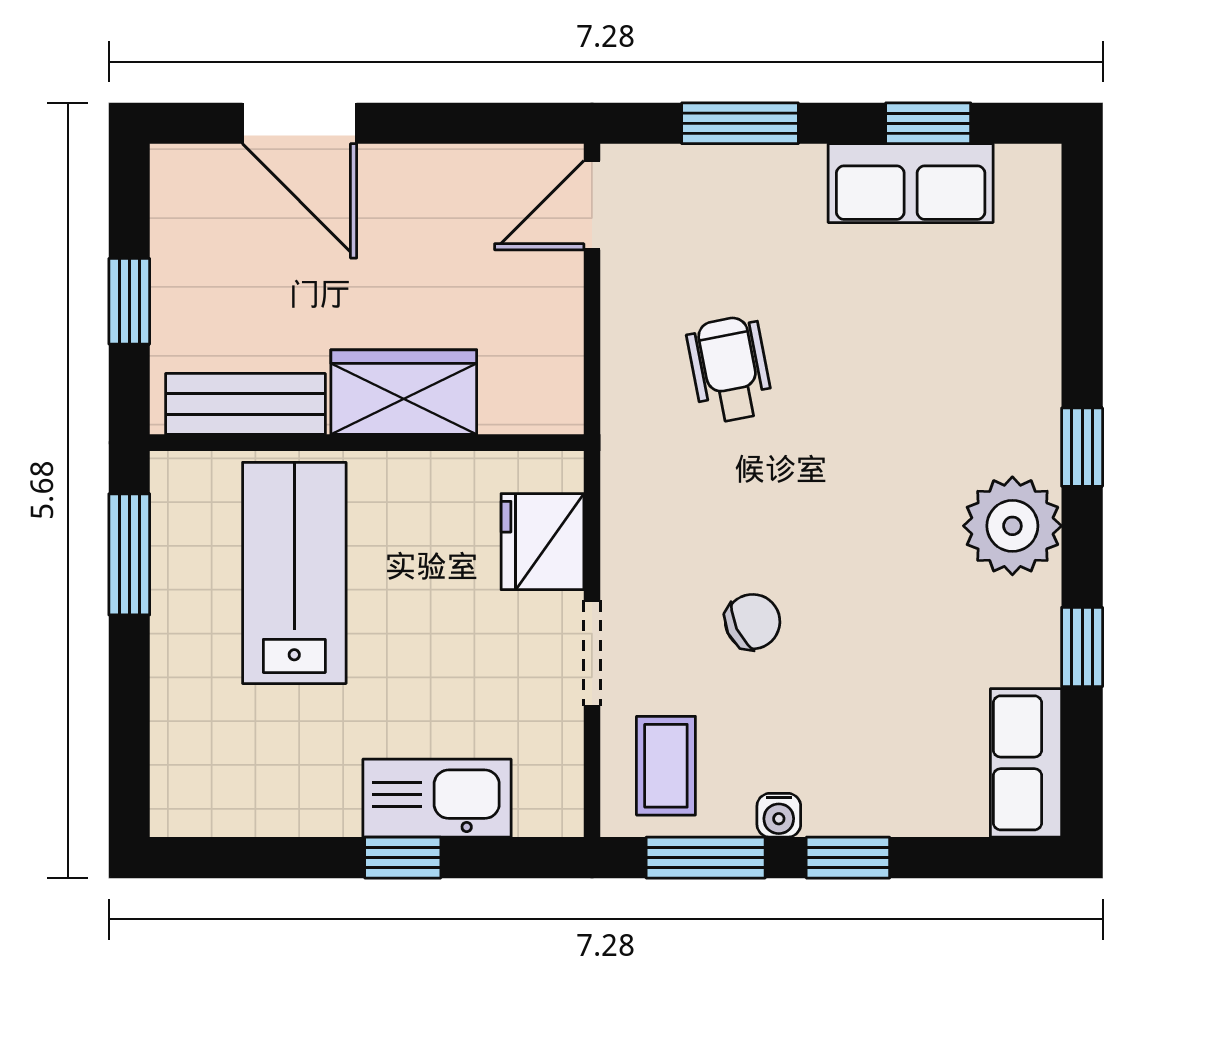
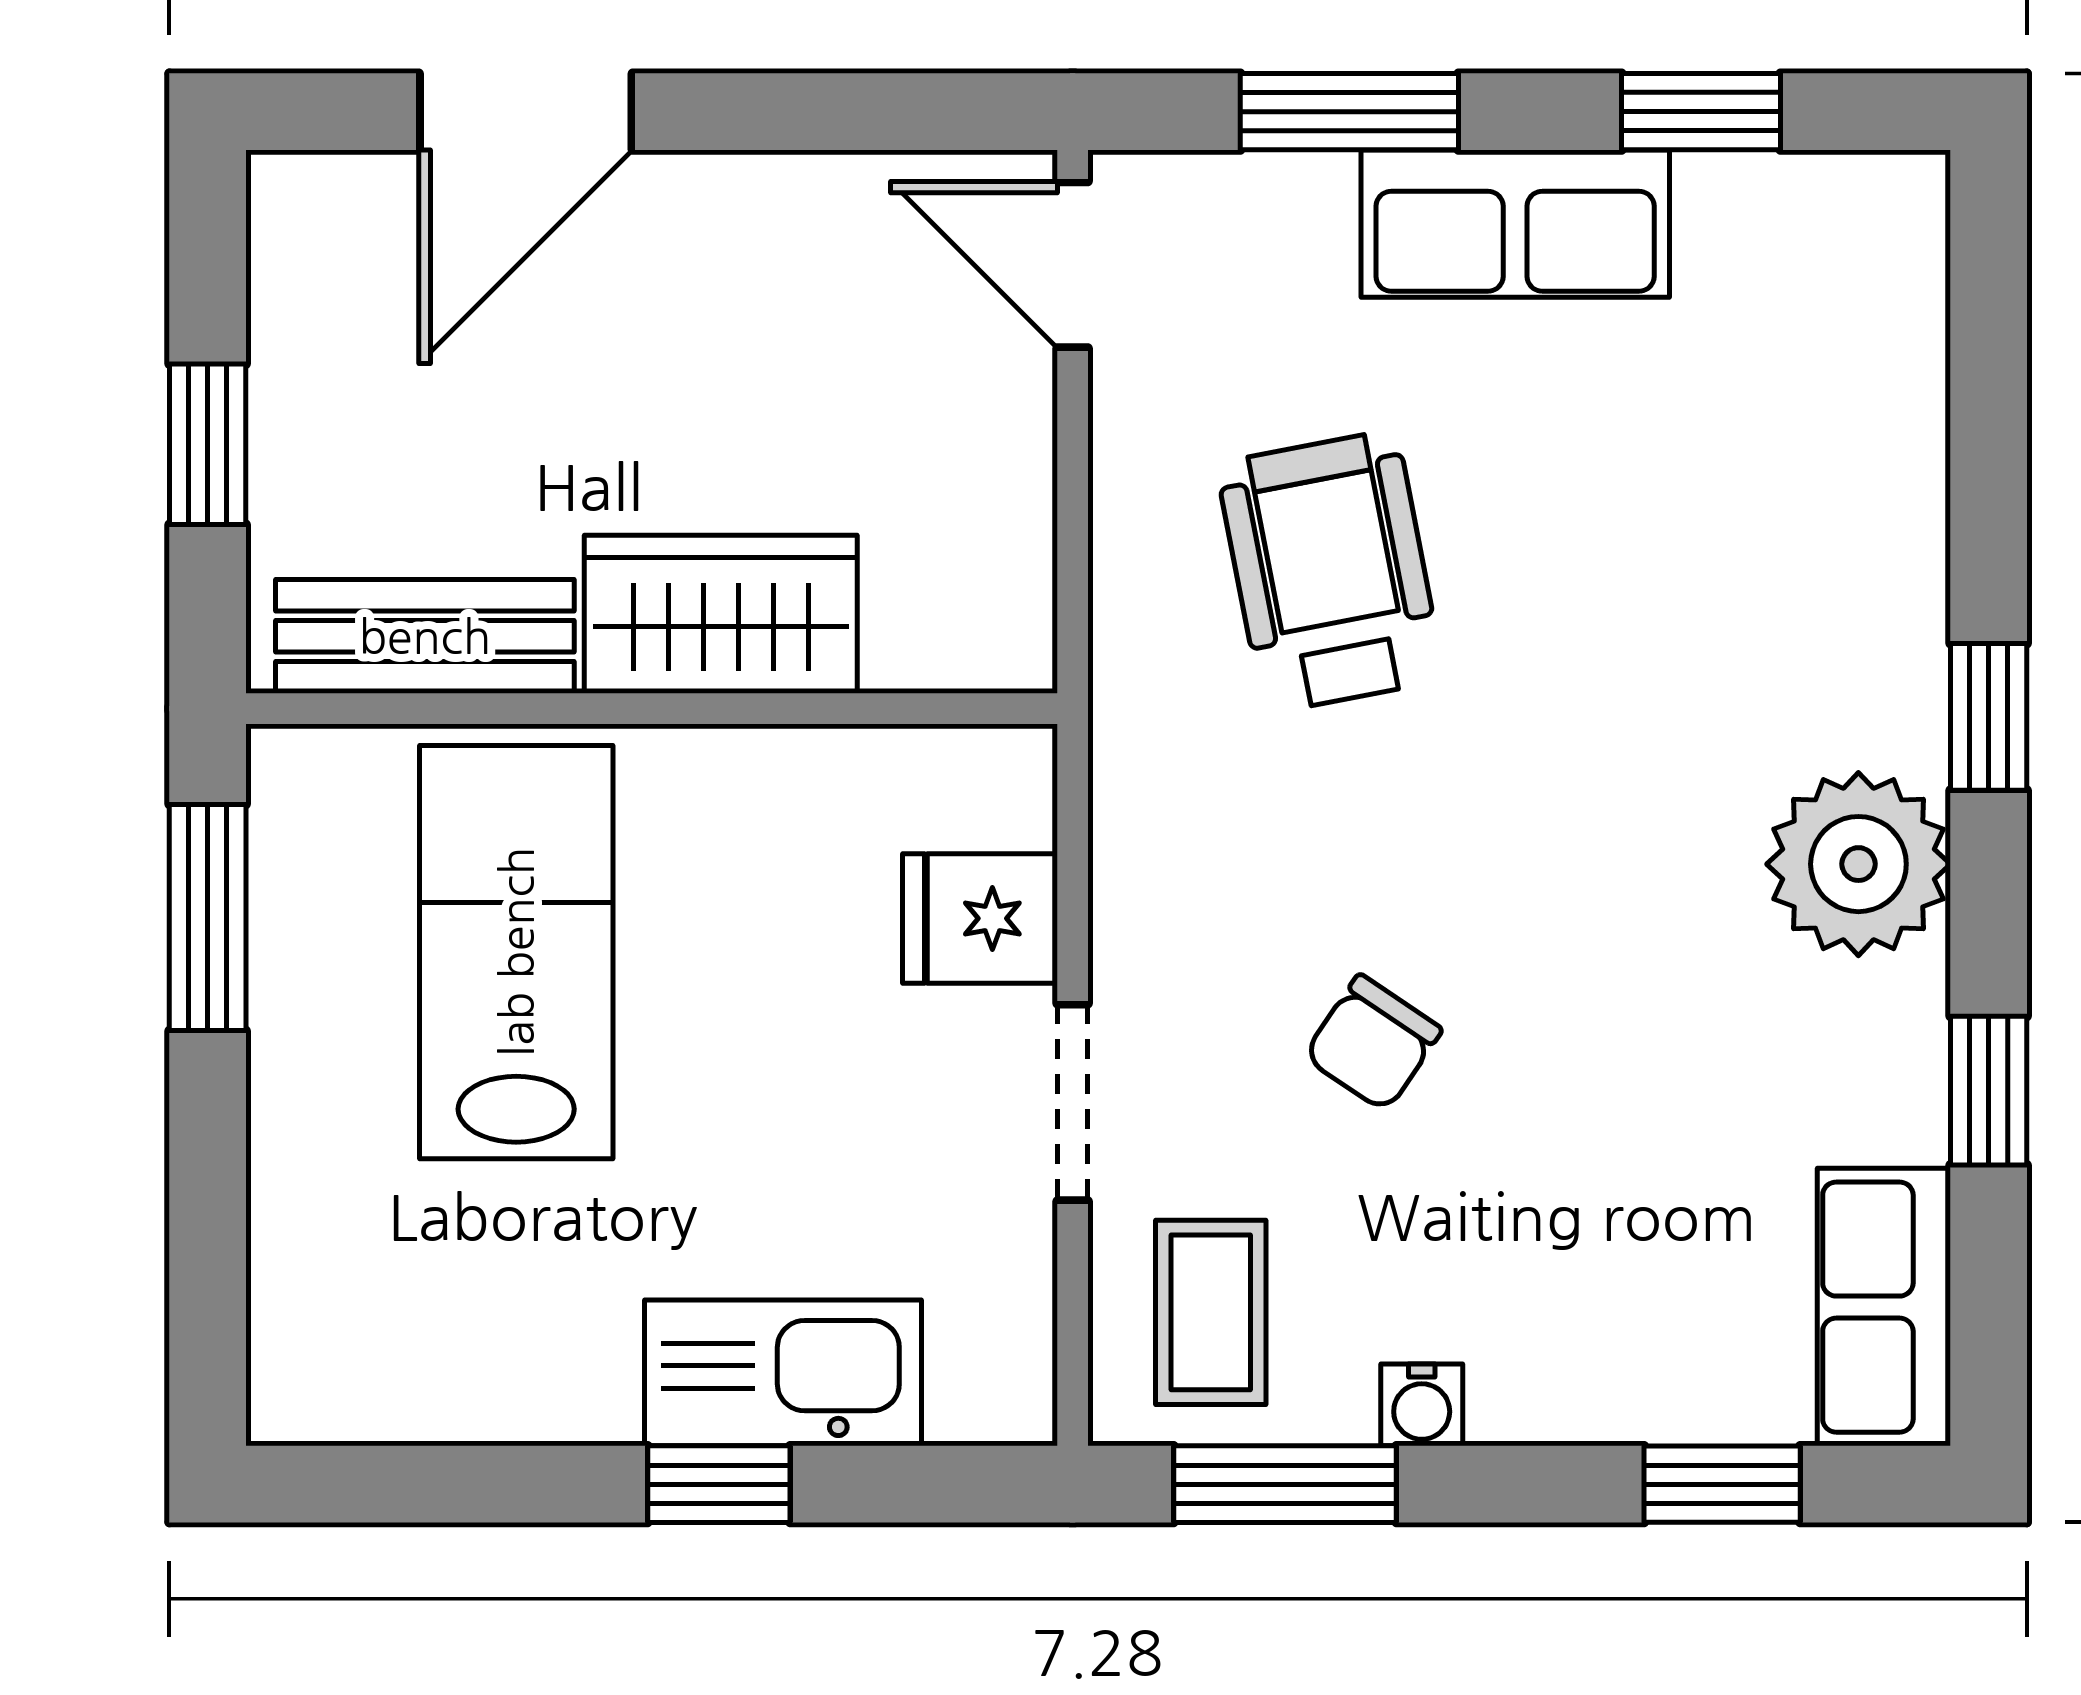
door: (299, 123) -> (526, 112), hinge flipped
row of seats: (911, 183) -> (1515, 224), moved
door: (592, 205) -> (1073, 265), hinge flipped
wheelchair: (730, 369) -> (1330, 572), width x1.36, depth x1.37
fridge: (542, 542) -> (980, 918), width x0.72
chair: (753, 622) -> (1373, 1043), turned 149
window: (848, 858) -> (1722, 1484), moved

